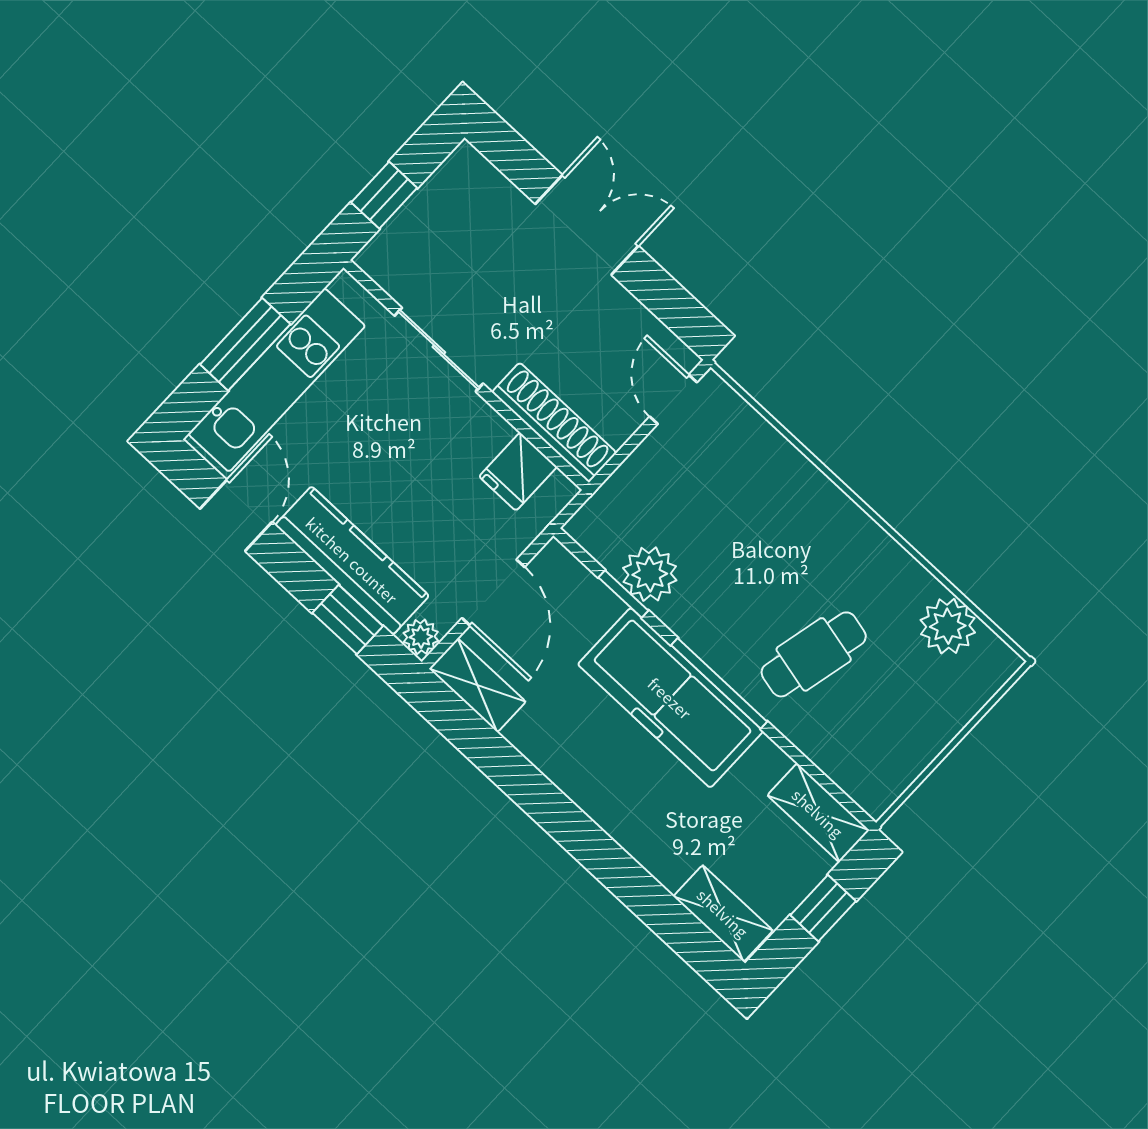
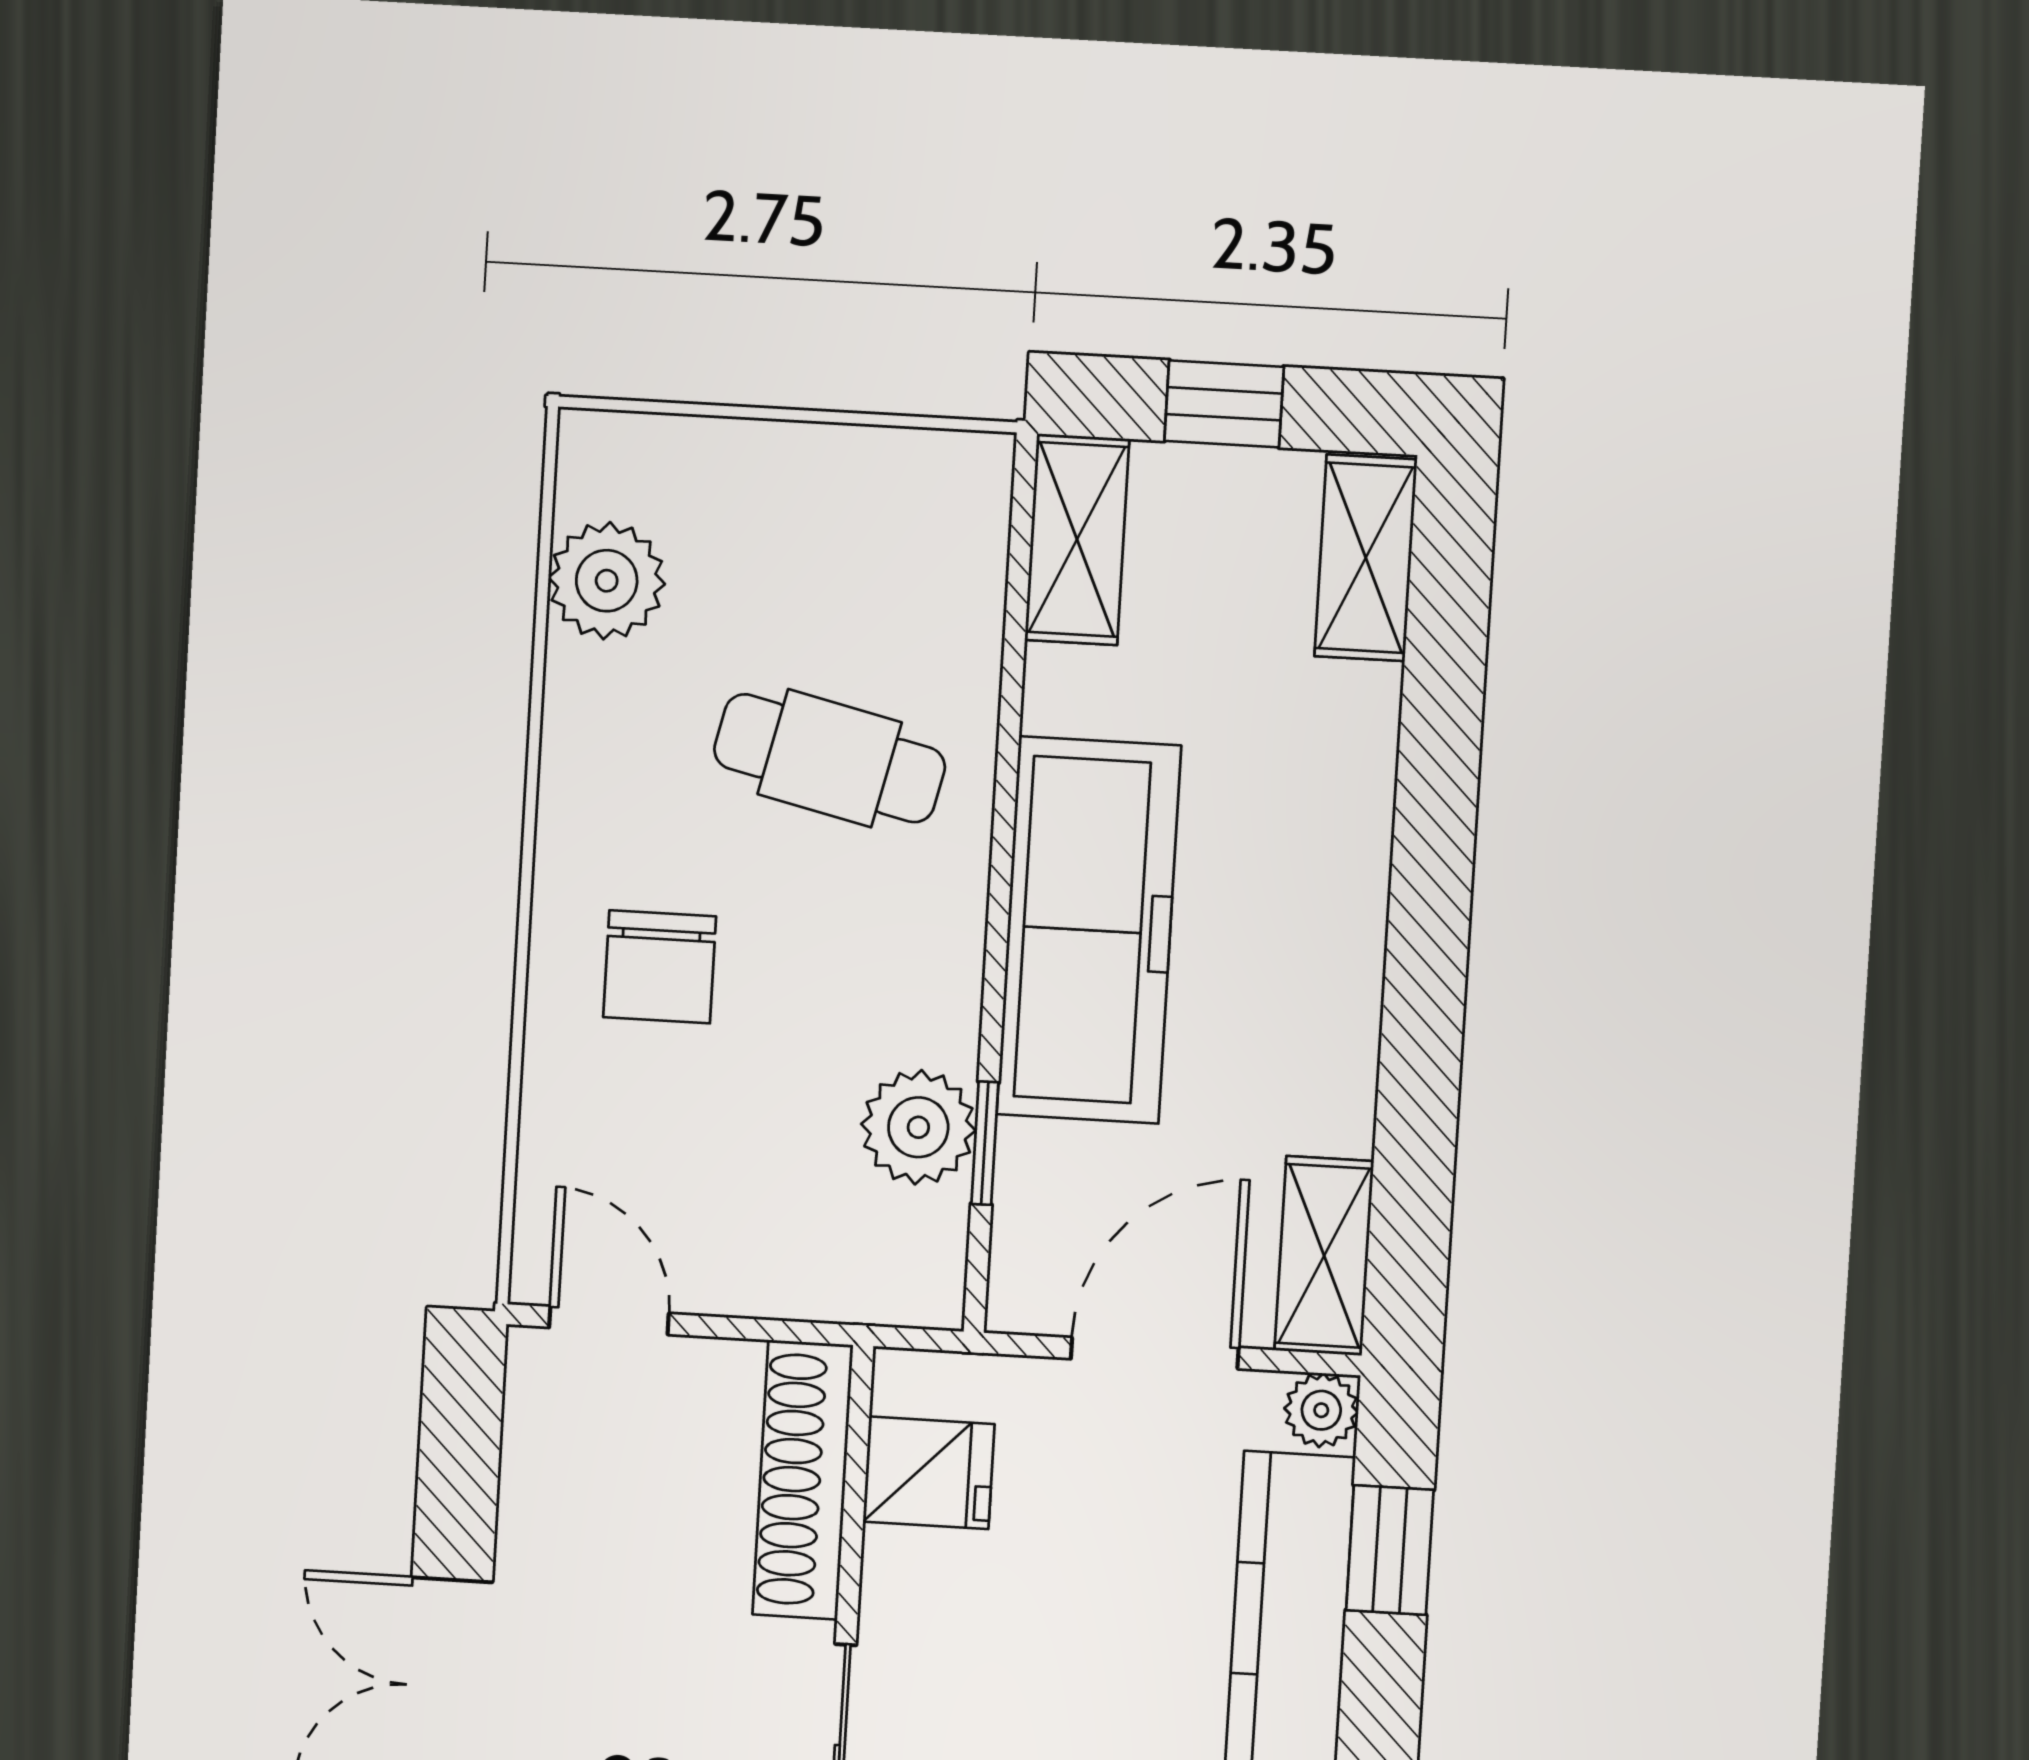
door: (673, 399) -> (609, 1320), swing flipped
chair: (789, 527) -> (660, 967), added
window: (719, 683) -> (1001, 871), removed

